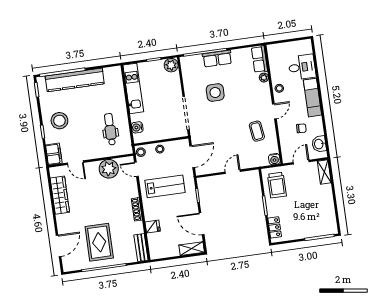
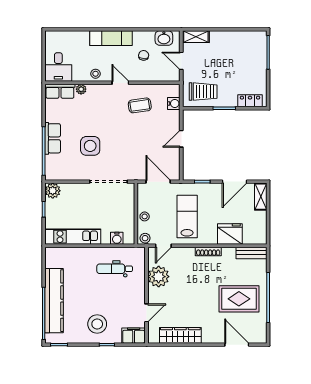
desk: (302, 67) -> (58, 67), moved, turned 180
water cooler: (274, 159) -> (174, 104), moved
door: (233, 172) -> (181, 139), hinge flipped
fridge: (153, 227) -> (230, 234), width x1.88, depth x1.34

